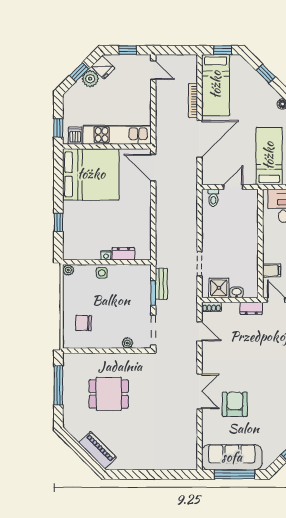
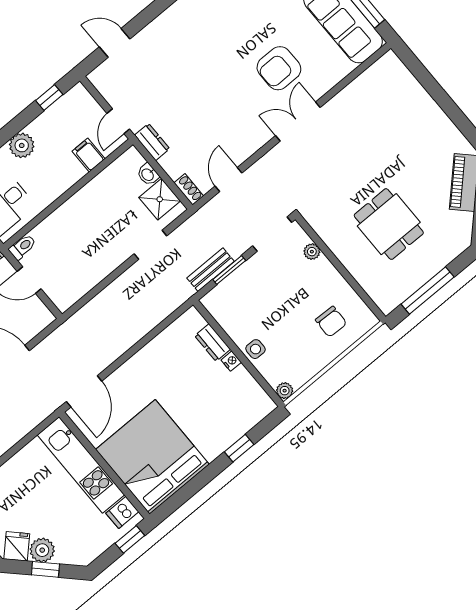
toilet: (213, 198) -> (23, 247), moved

